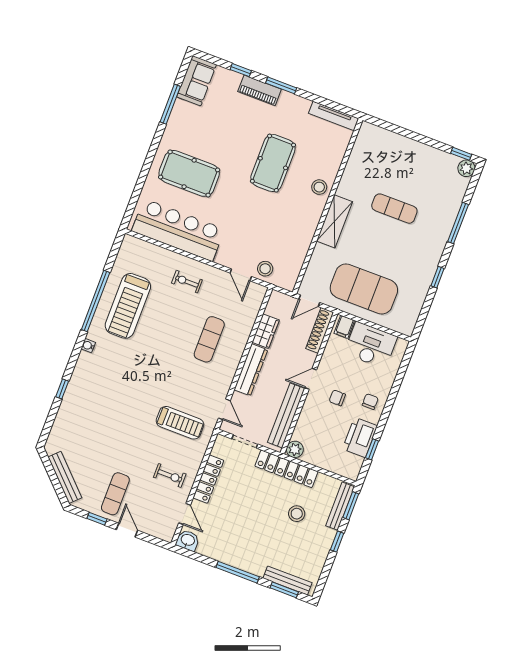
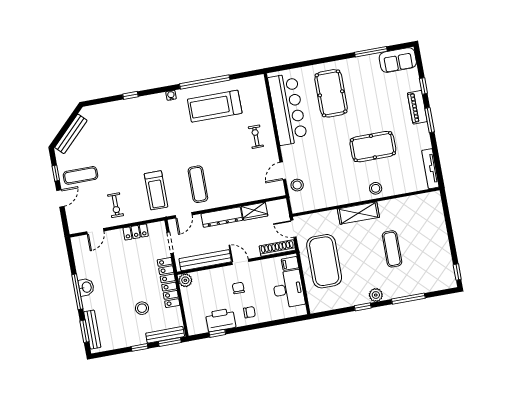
plant: (466, 168) -> (376, 295), moved
exercise mat: (209, 339) -> (198, 184), moved, turned 90
locker: (208, 479) -> (136, 232), width x0.66
washbasin: (188, 540) -> (86, 287), moved

